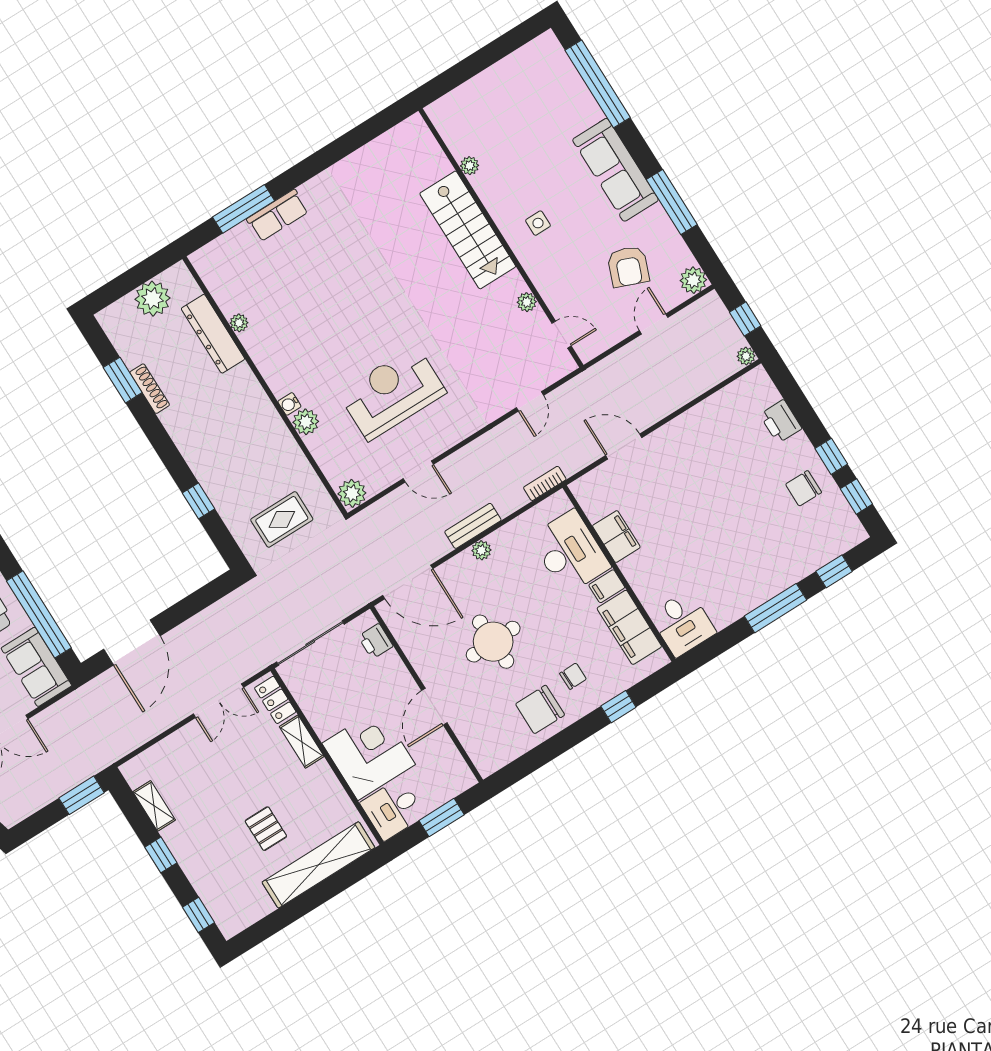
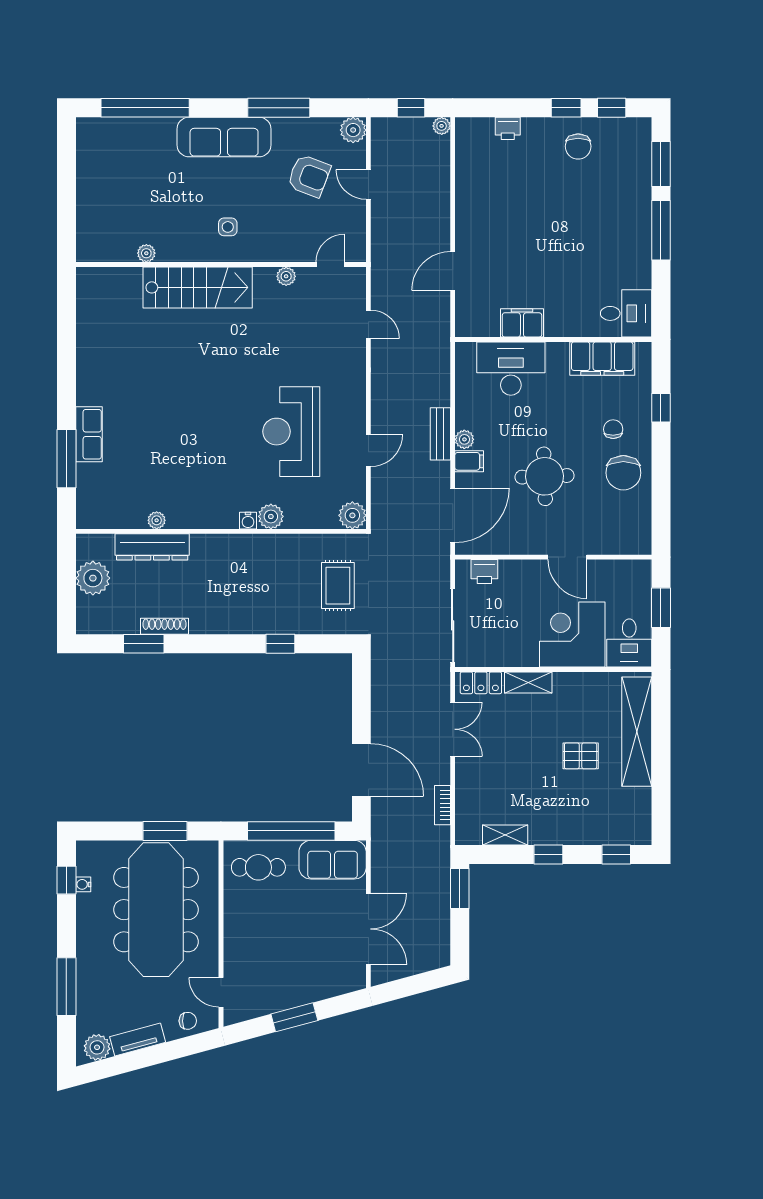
printer: (781, 421) -> (508, 128), width x0.73, depth x0.81
bookcase: (545, 483) -> (442, 805), moved
window: (834, 571) -> (661, 164), width x1.50
filing cabinet: (607, 586) -> (469, 461), moved, turned -90

